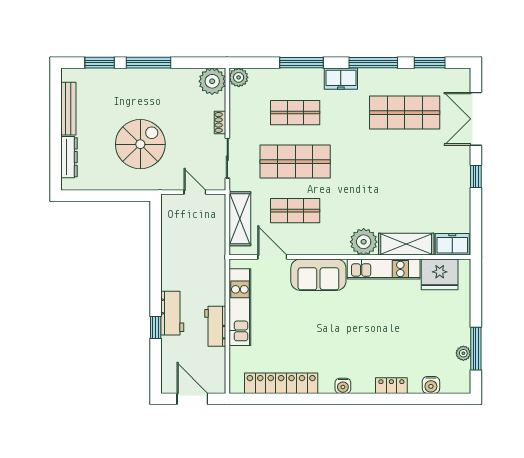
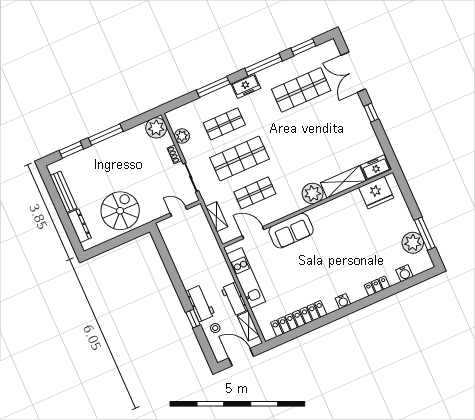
plant: (239, 77) -> (182, 136), moved
spiral stairs: (140, 144) -> (120, 211), moved
shelving: (240, 219) -> (217, 217), width x0.67, depth x0.75
kitchen unit: (384, 269) -> (335, 206), removed
stool: (177, 351) -> (215, 328), added
plant: (463, 353) -> (413, 243), width x1.87, depth x1.87
shelving: (217, 366) -> (248, 326), added

